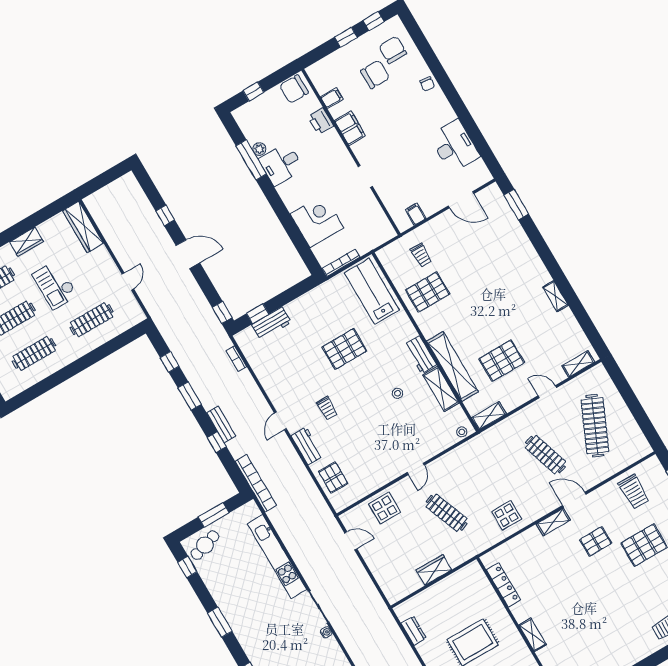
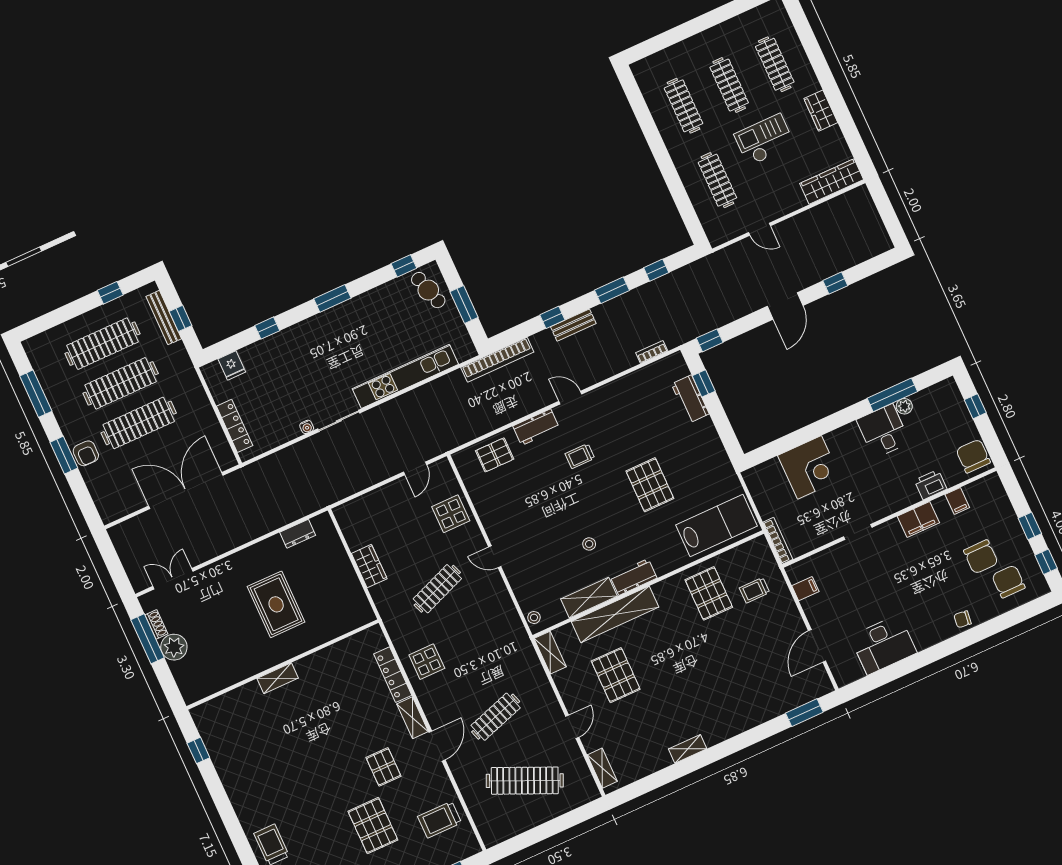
chair: (393, 50) -> (1008, 582), turned -90
bookcase: (341, 263) -> (778, 541), moved
locker: (504, 585) -> (393, 675), moved, turned 90

